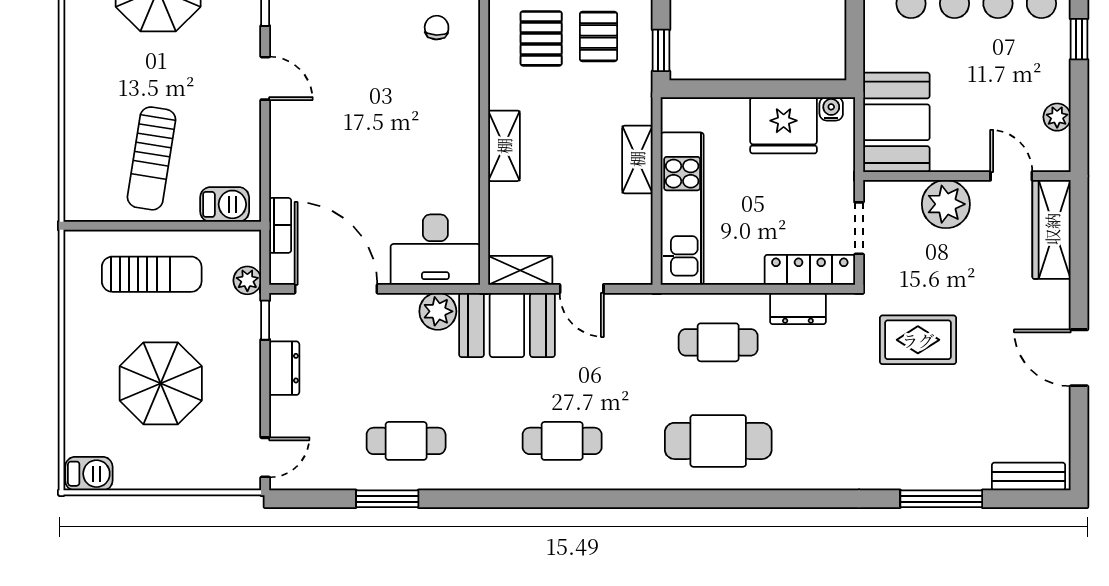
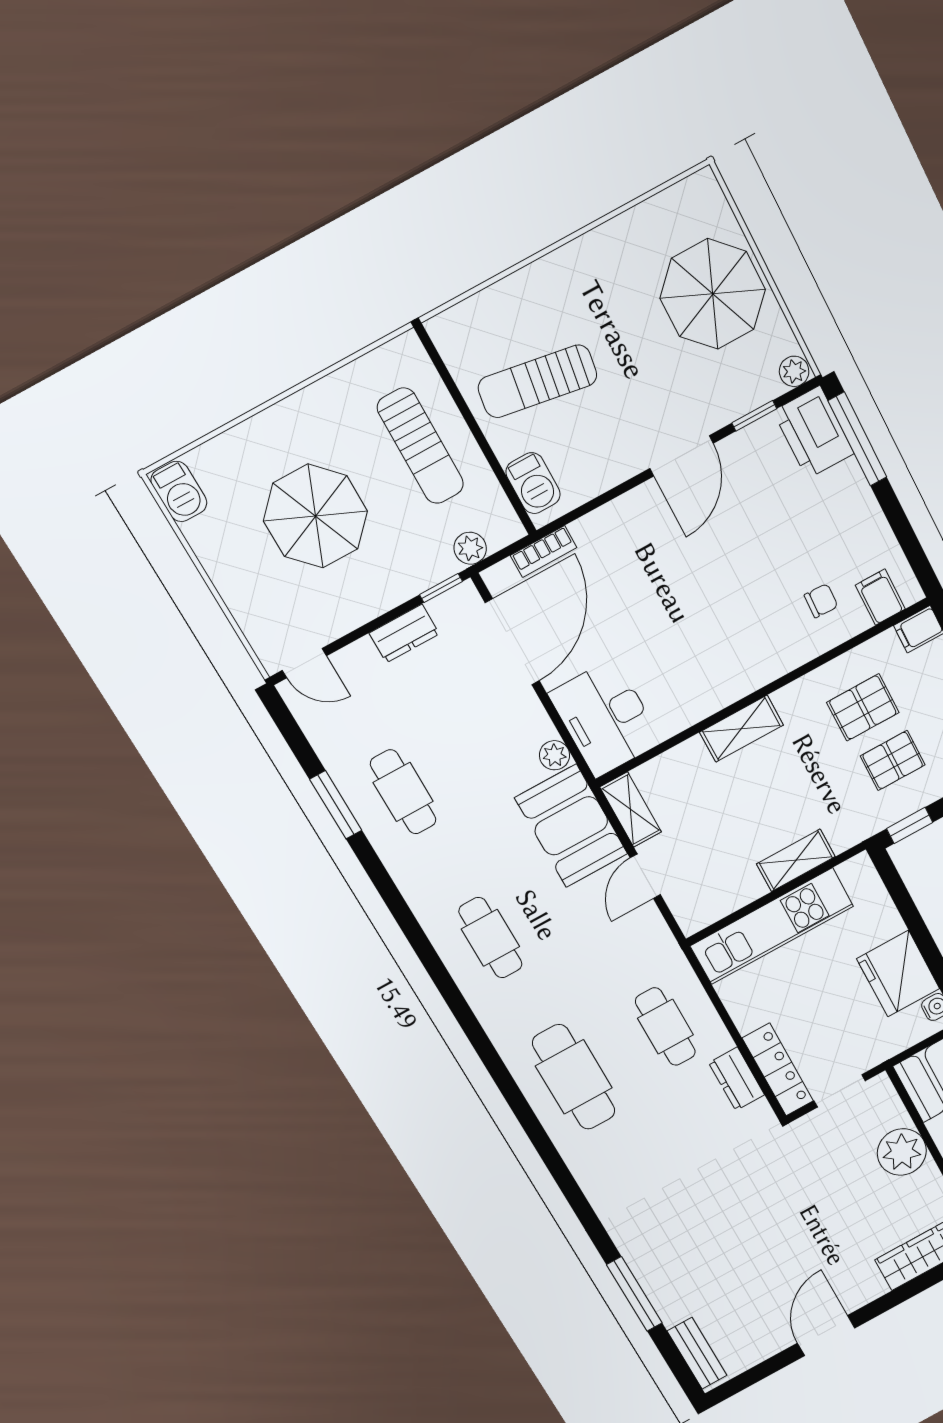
door: (265, 78) -> (681, 456), width x1.37
plant: (438, 311) -> (555, 755), width x0.73, depth x0.73
rug: (918, 340) -> (766, 1196), removed

